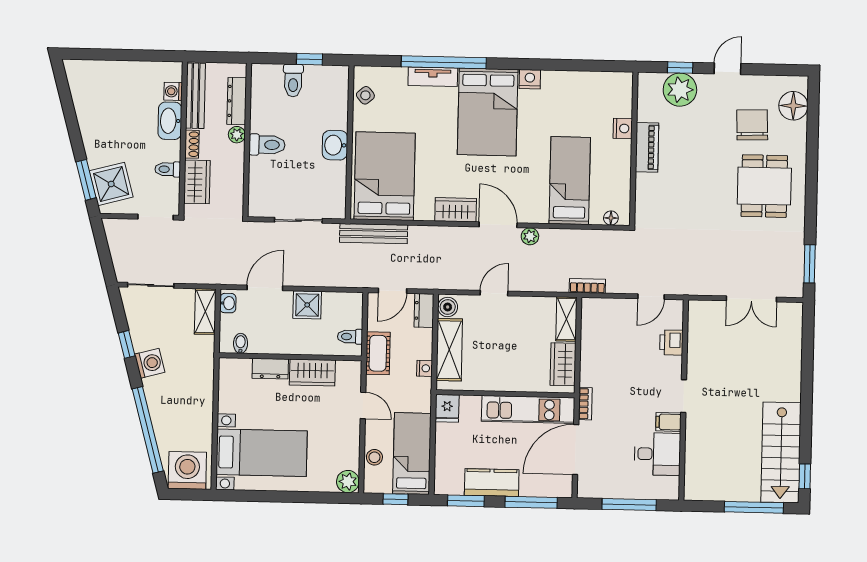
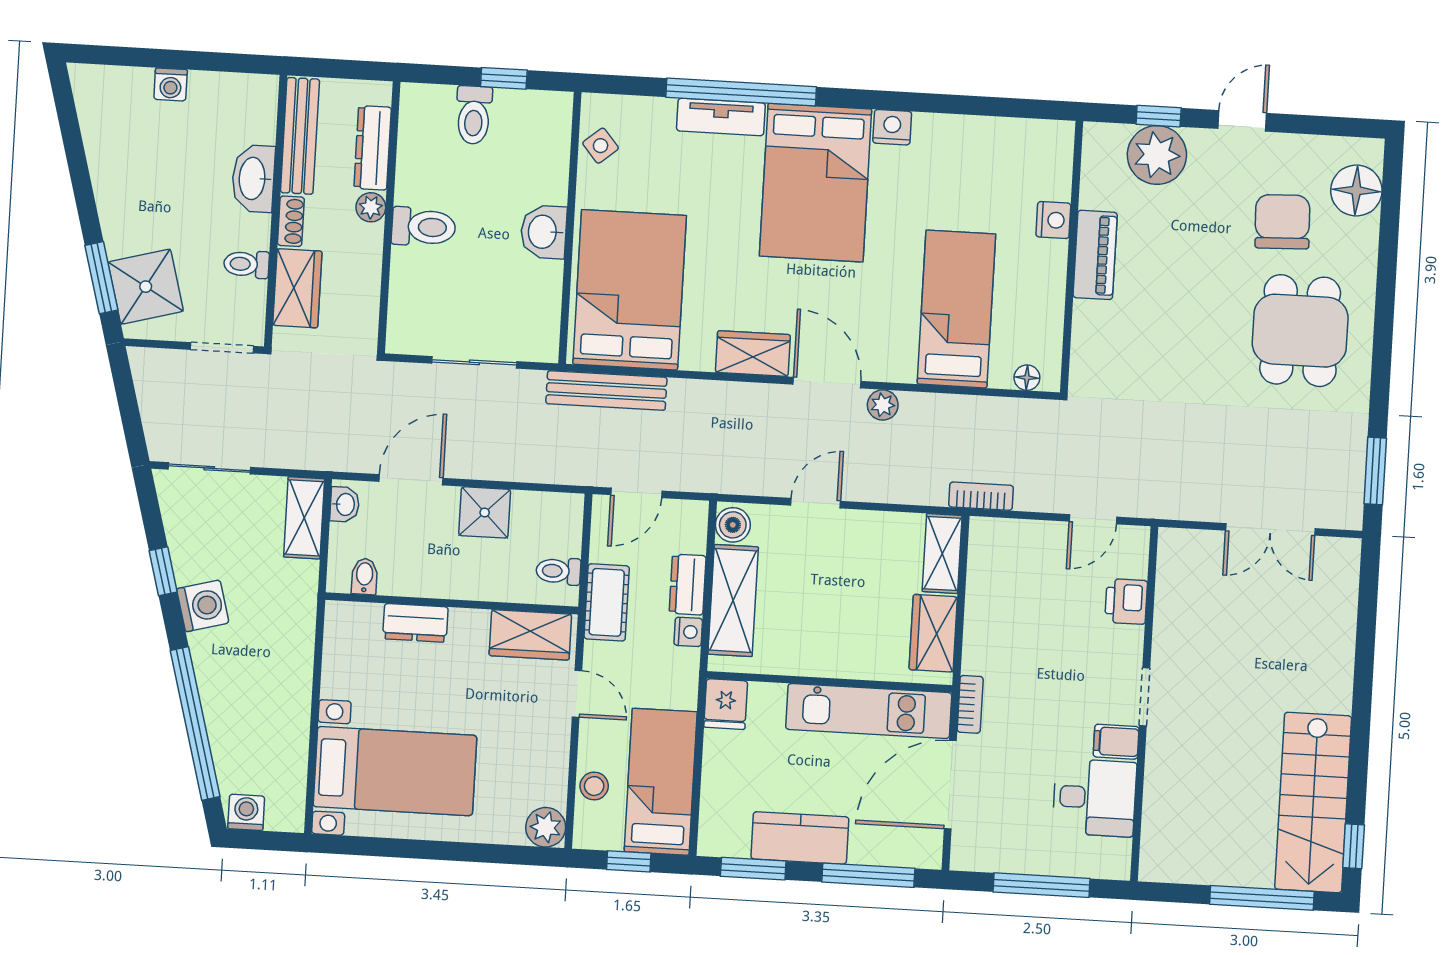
washing machine: (173, 91) -> (171, 84), moved, turned -90
dresser: (424, 311) -> (688, 585), moved
wardrobe: (312, 373) -> (530, 635), moved
washing machine: (187, 470) -> (246, 812), width x0.53, depth x0.53

